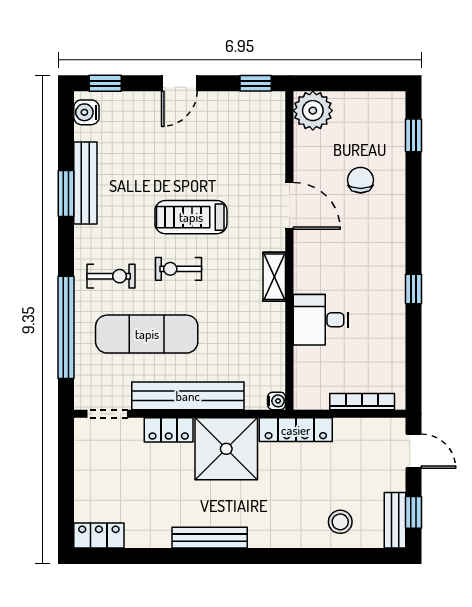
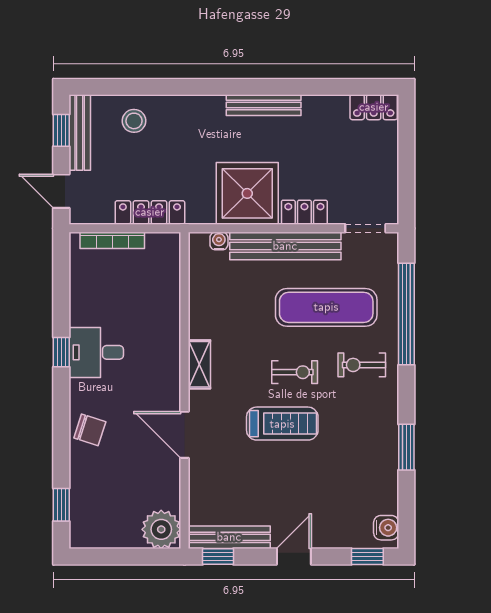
chair: (361, 180) -> (90, 430), moved, turned -72
bench: (85, 183) -> (229, 537), moved, turned 90
desk: (321, 320) -> (96, 352), moved, turned 180
water cooler: (277, 401) -> (219, 241), moved, turned 90
locker: (296, 430) -> (150, 212), moved
bench: (395, 520) -> (80, 133), width x1.36

